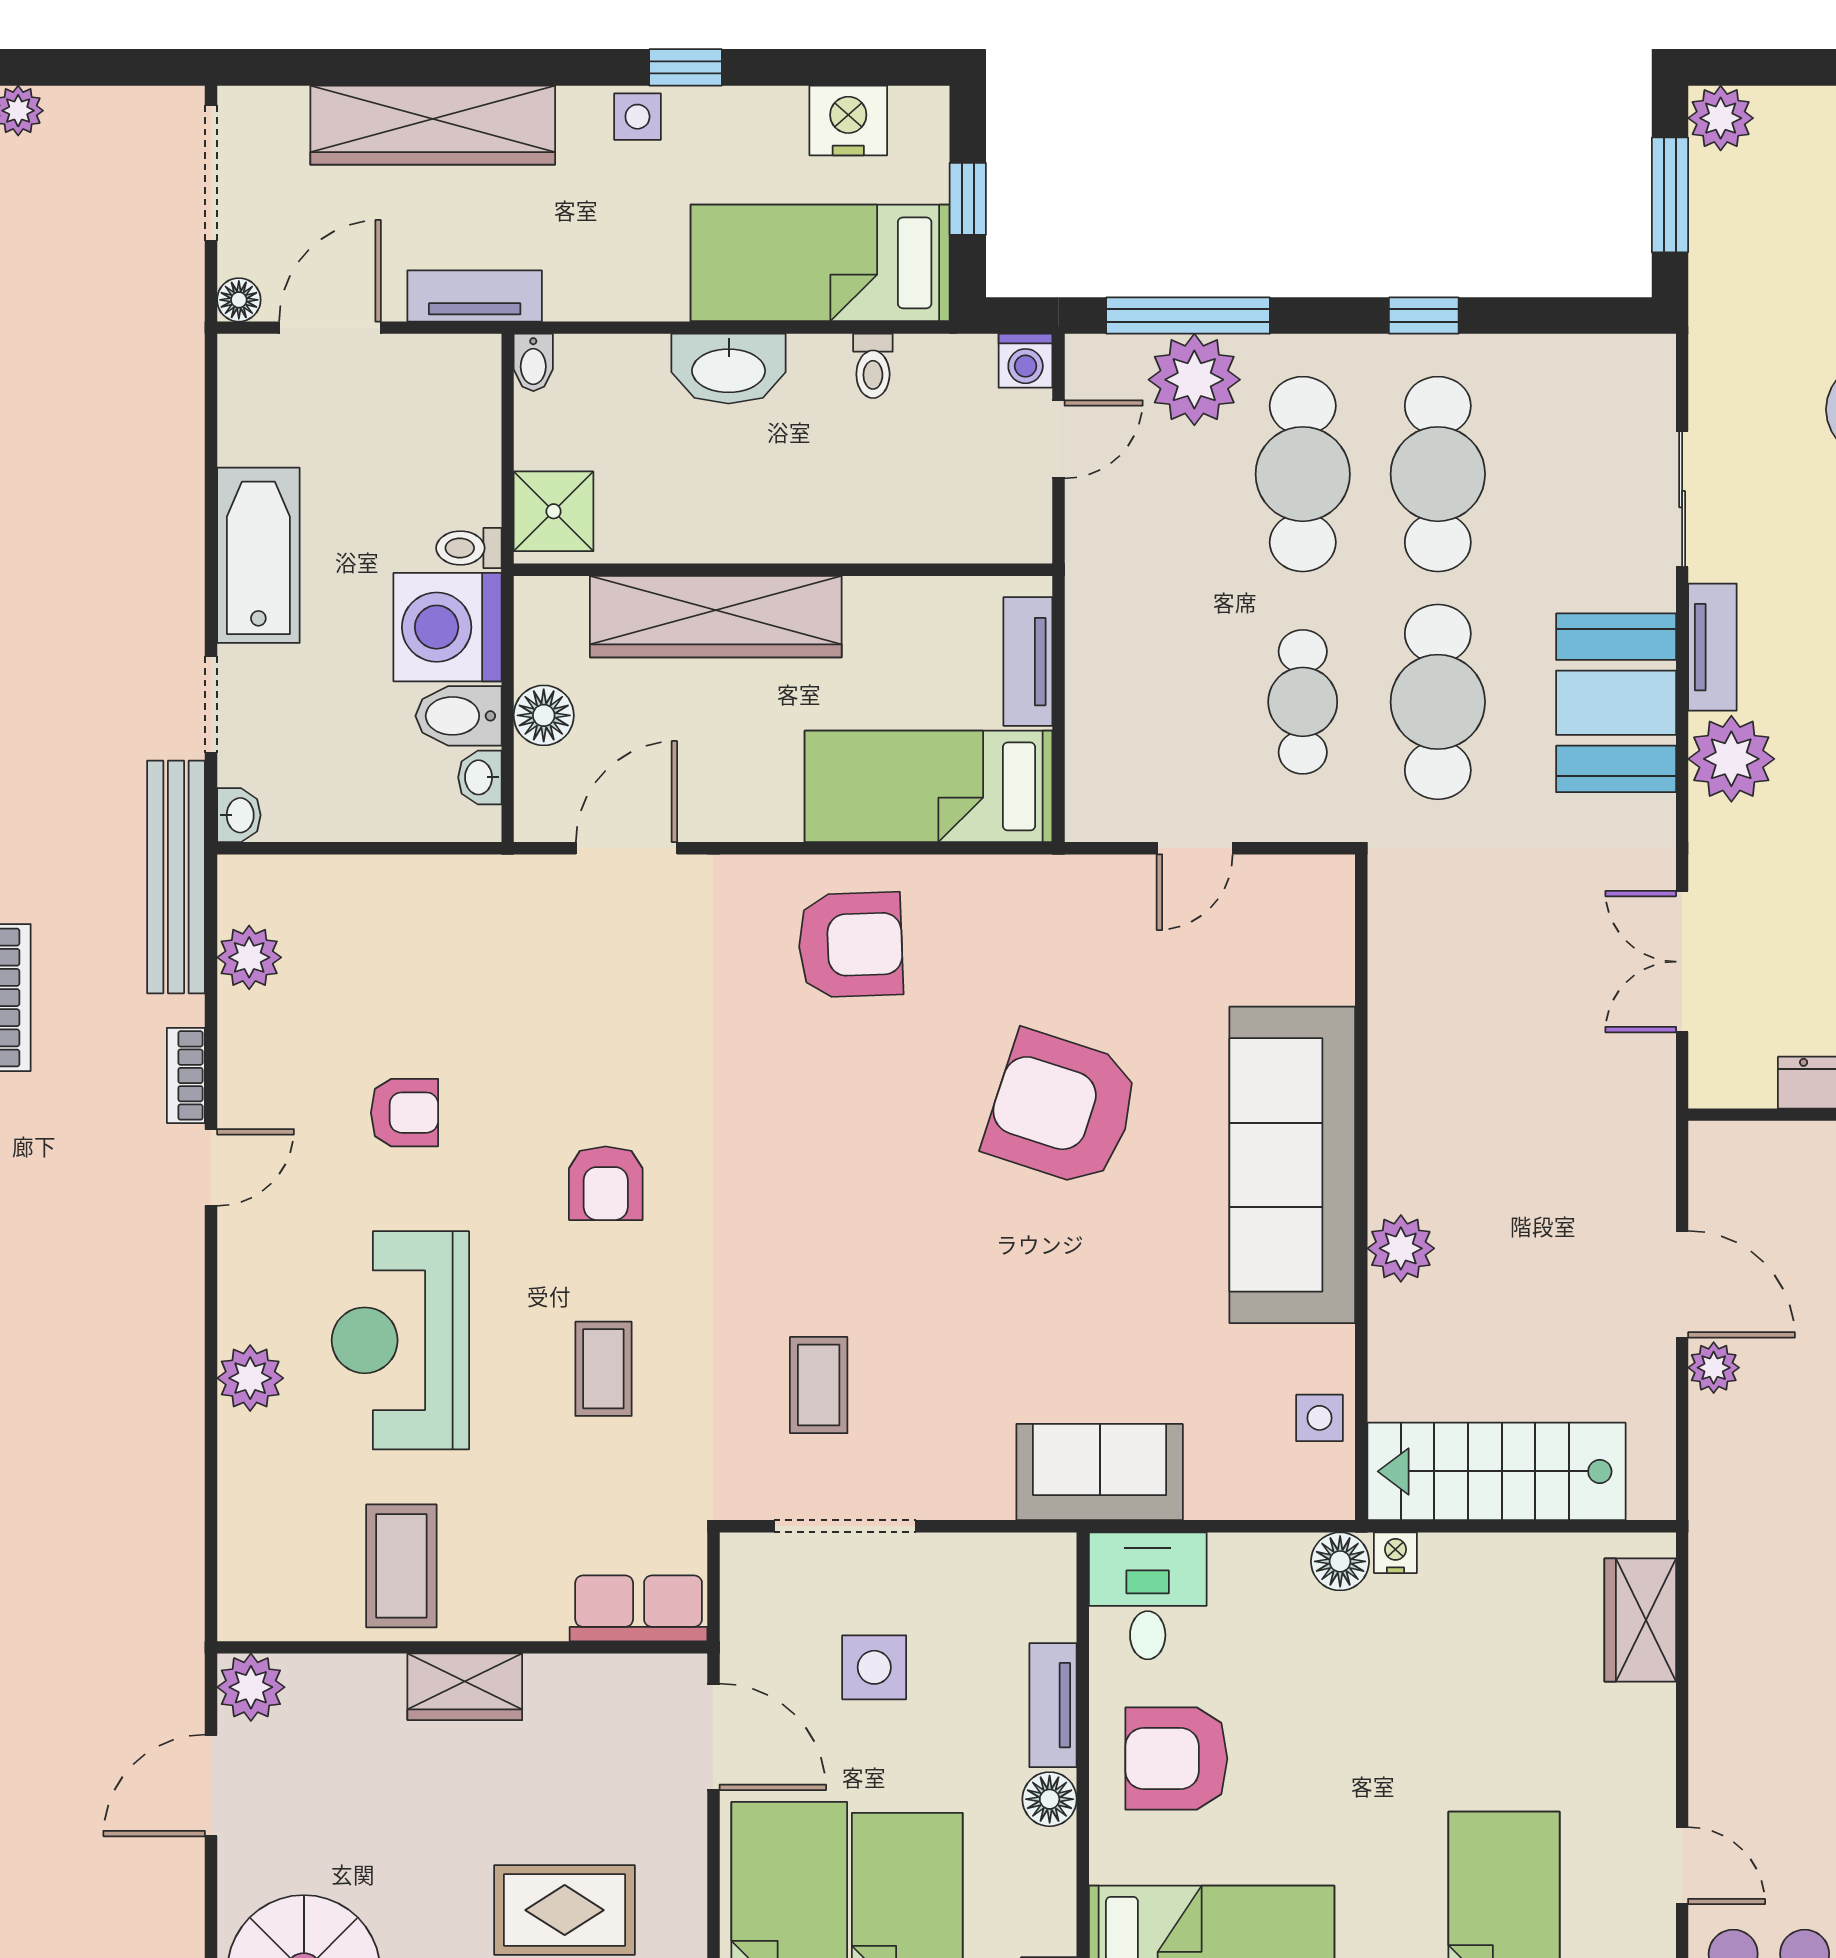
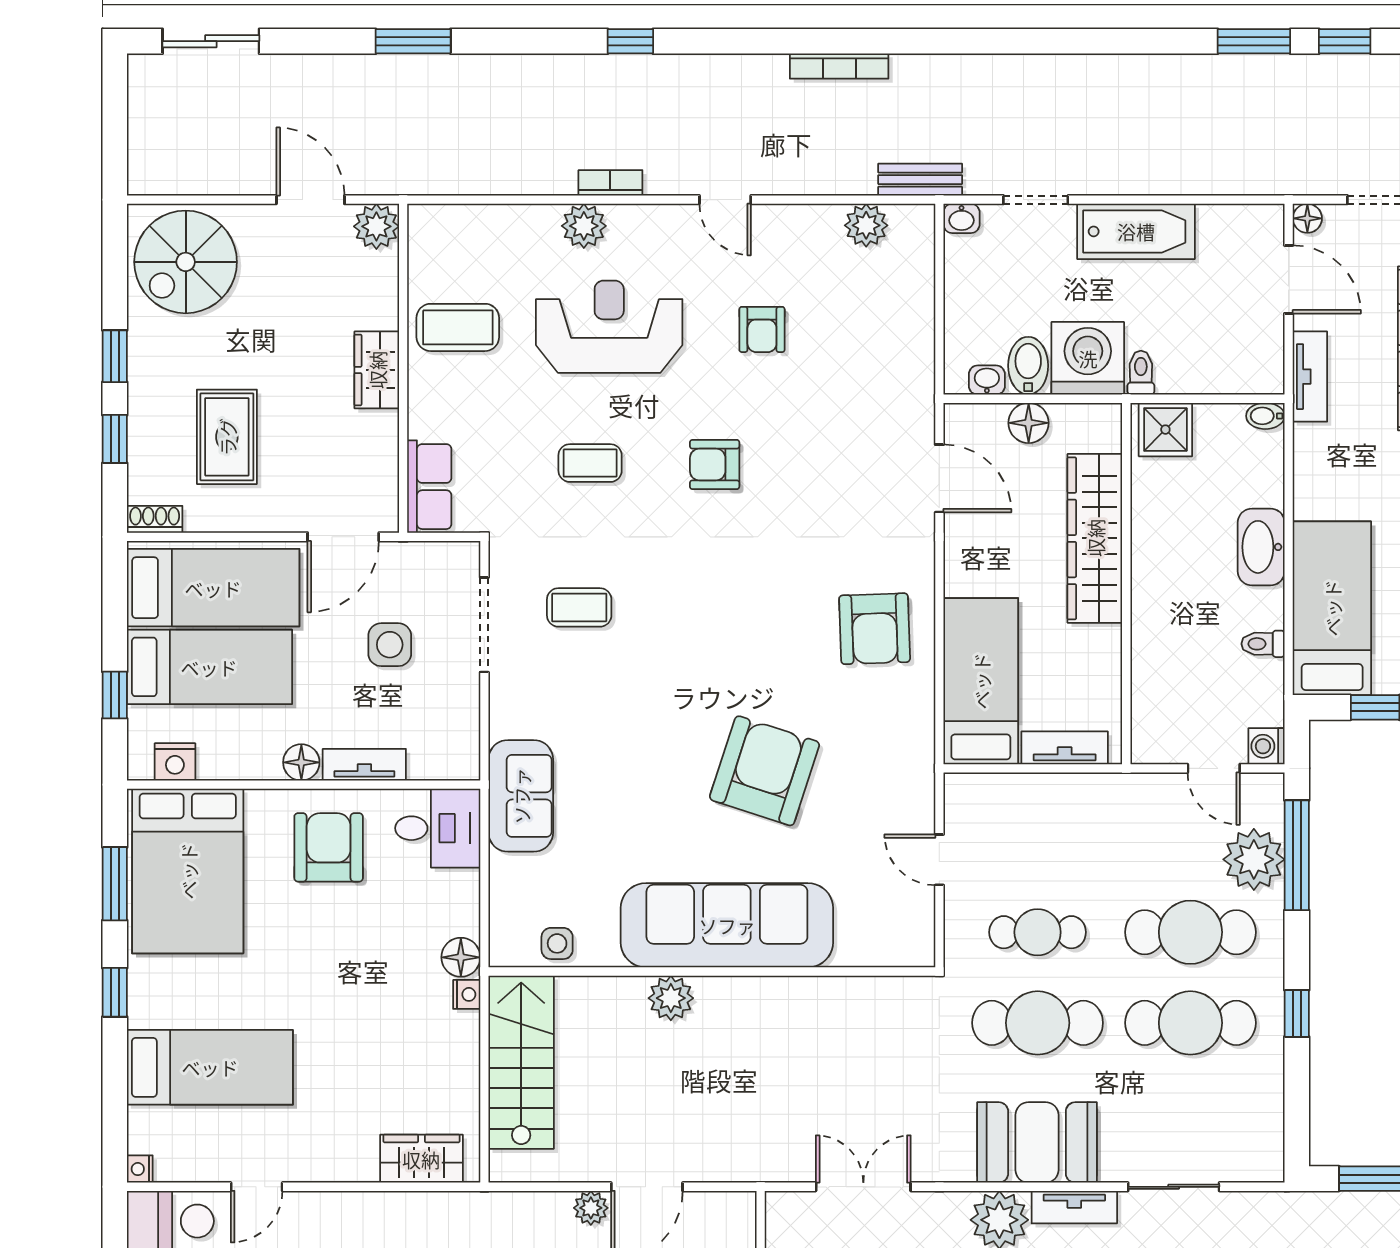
bench: (176, 877) -> (920, 180), width x0.54, depth x0.82
bookcase: (186, 1075) -> (610, 183), moved

